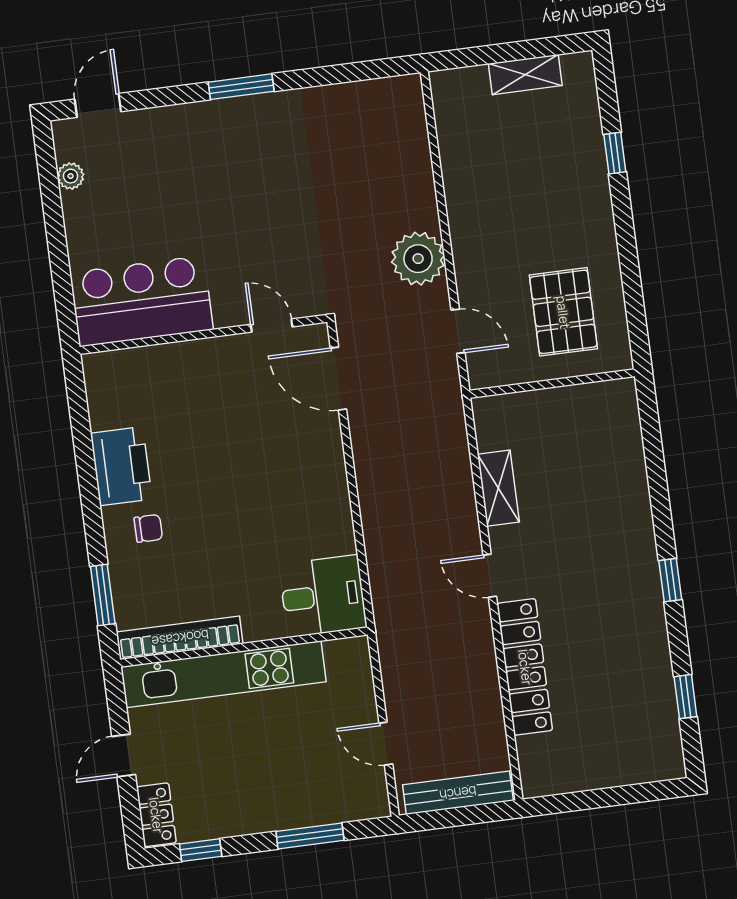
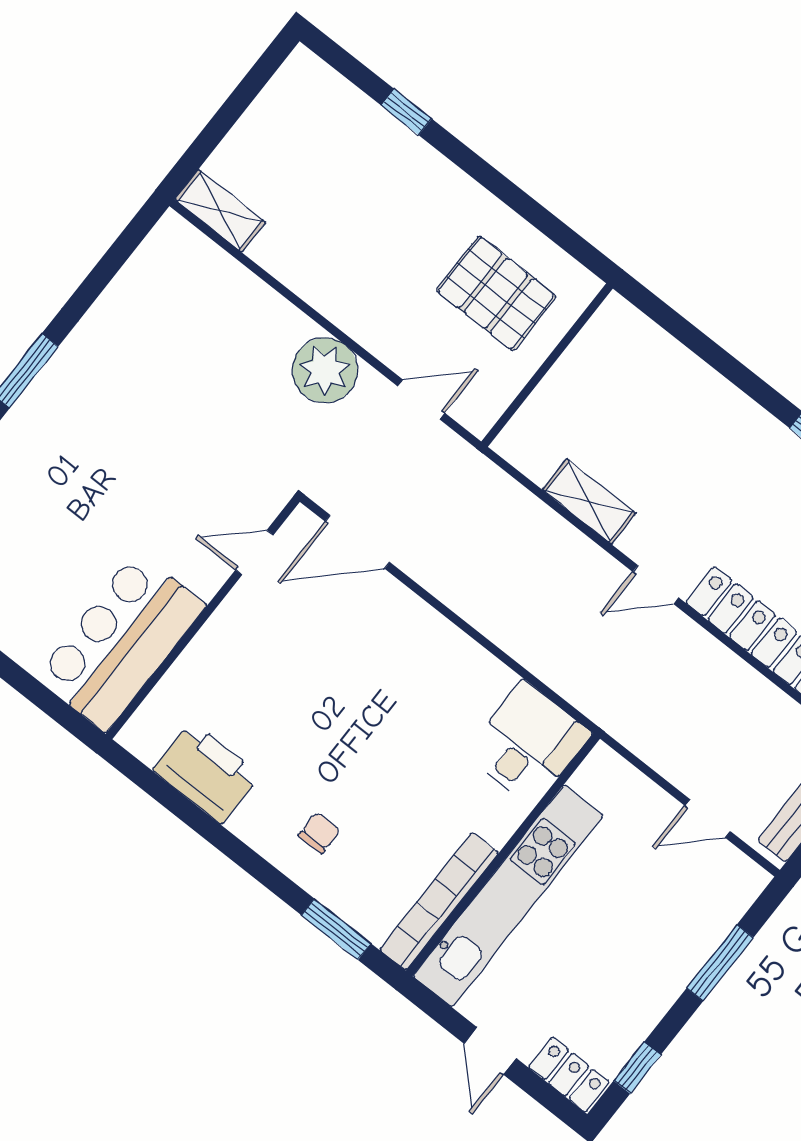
shelving: (525, 75) -> (220, 211), moved, turned 90
printer: (121, 466) -> (206, 773), moved

